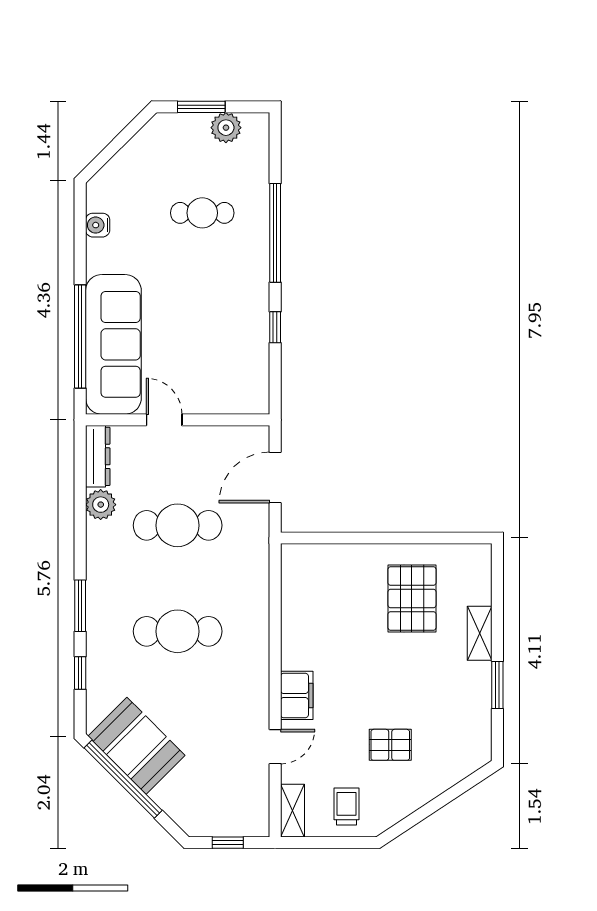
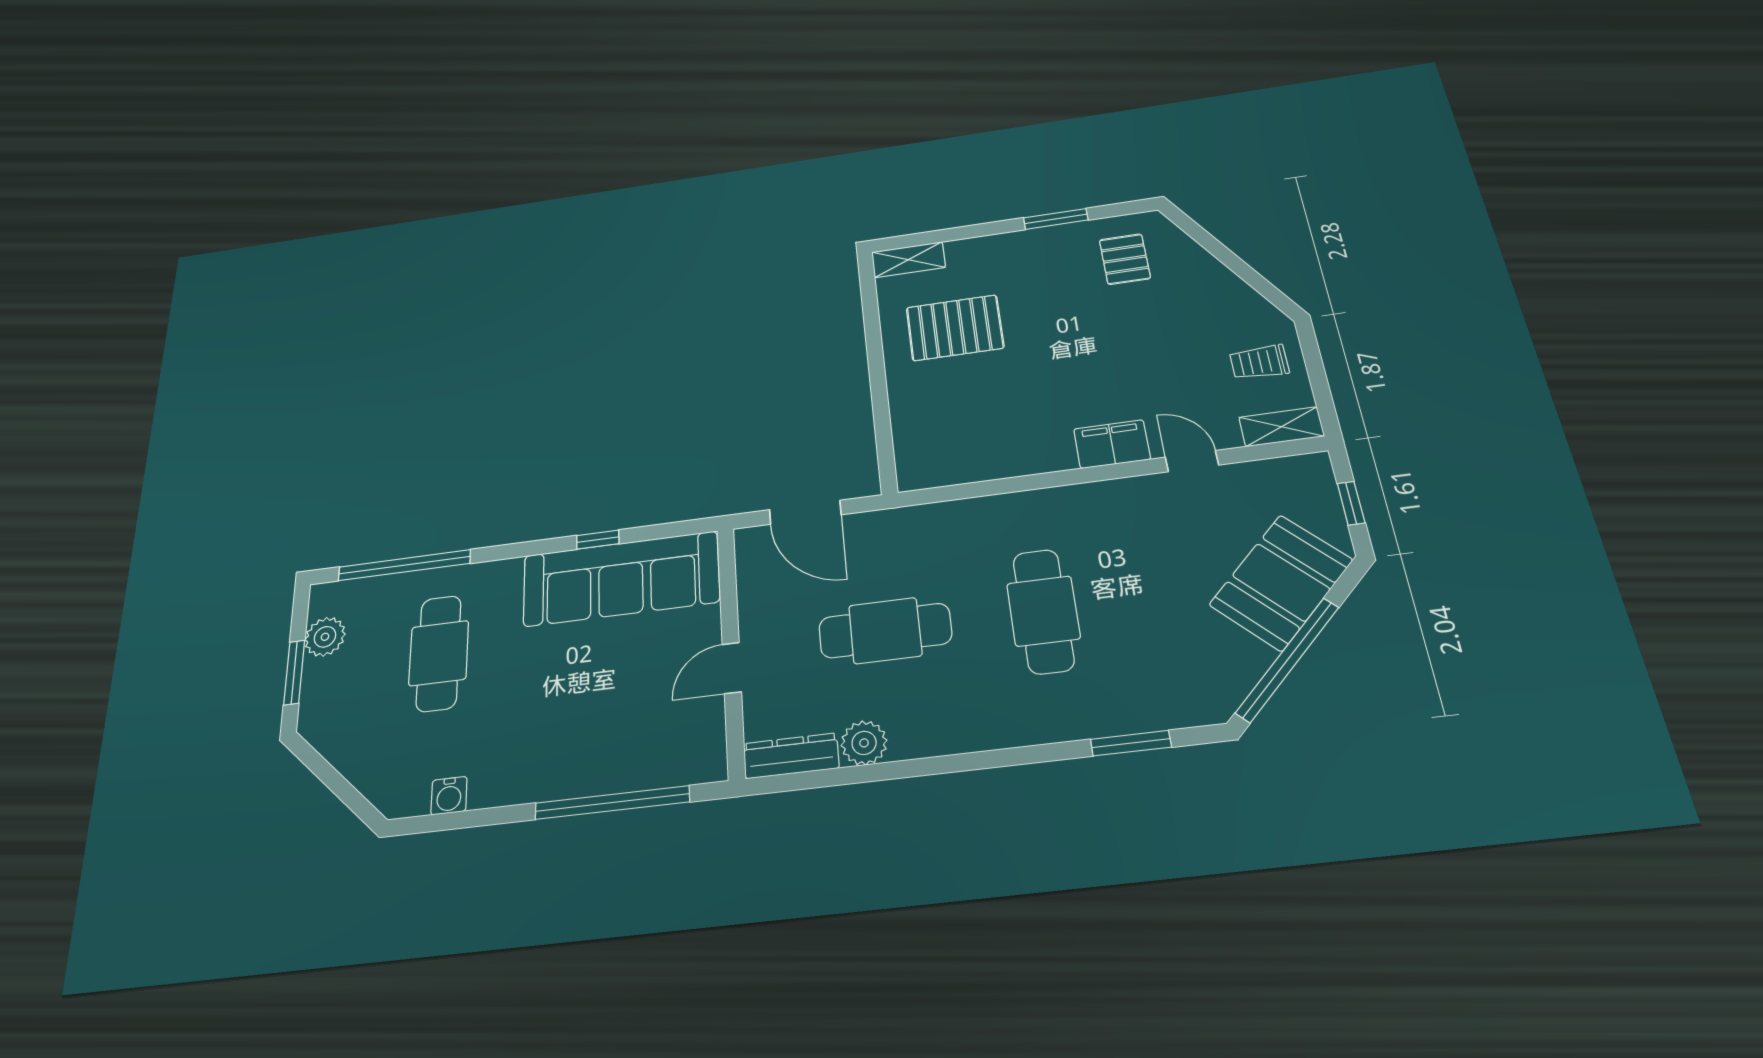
cafe table: (202, 213) -> (439, 653), width x1.37, depth x1.35
window: (275, 233) -> (404, 565), moved
sofa: (113, 344) -> (621, 579), moved, turned 180
cafe table: (178, 525) -> (885, 631), turned 90
window: (80, 606) -> (1024, 755), removed
shelving: (480, 633) -> (908, 260), moved
window: (80, 673) -> (1131, 743), width x1.50
pallet: (390, 745) -> (1125, 259), moved
booth: (136, 746) -> (1281, 582), moved

